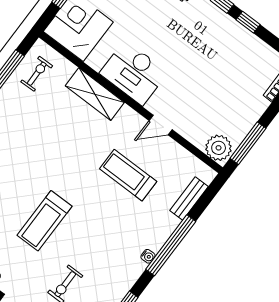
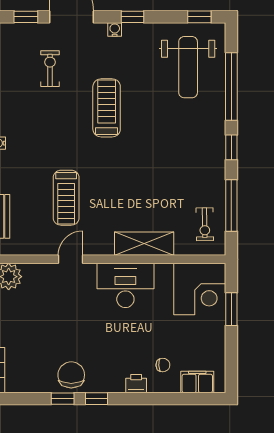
chair: (228, 35) -> (71, 375), added
treadmill: (128, 175) -> (66, 198), turned 90

